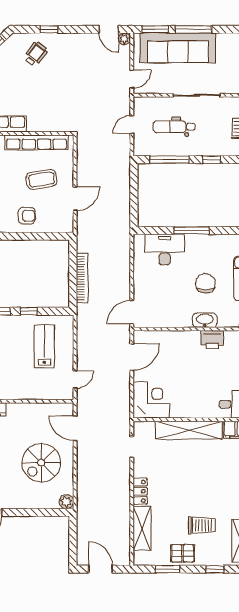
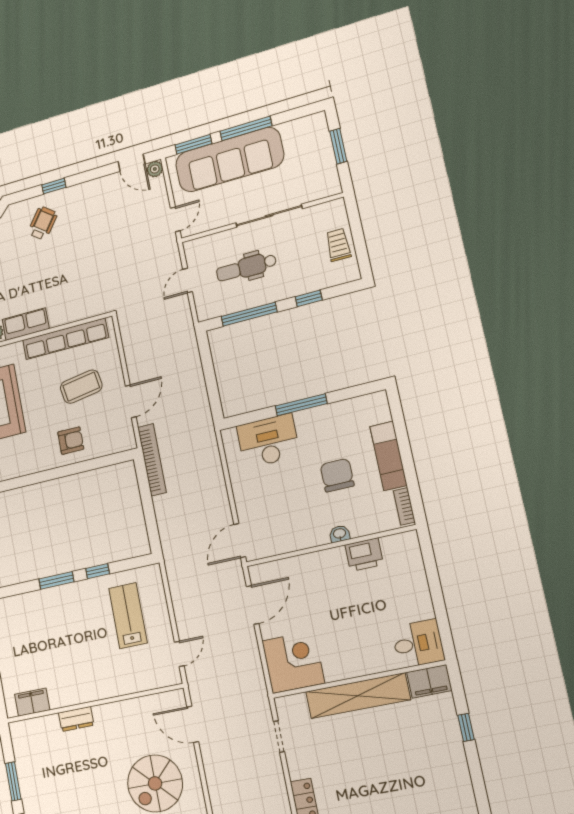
bookcase: (82, 278) -> (152, 460), moved
washbasin: (205, 320) -> (340, 534), width x0.52, depth x0.69

